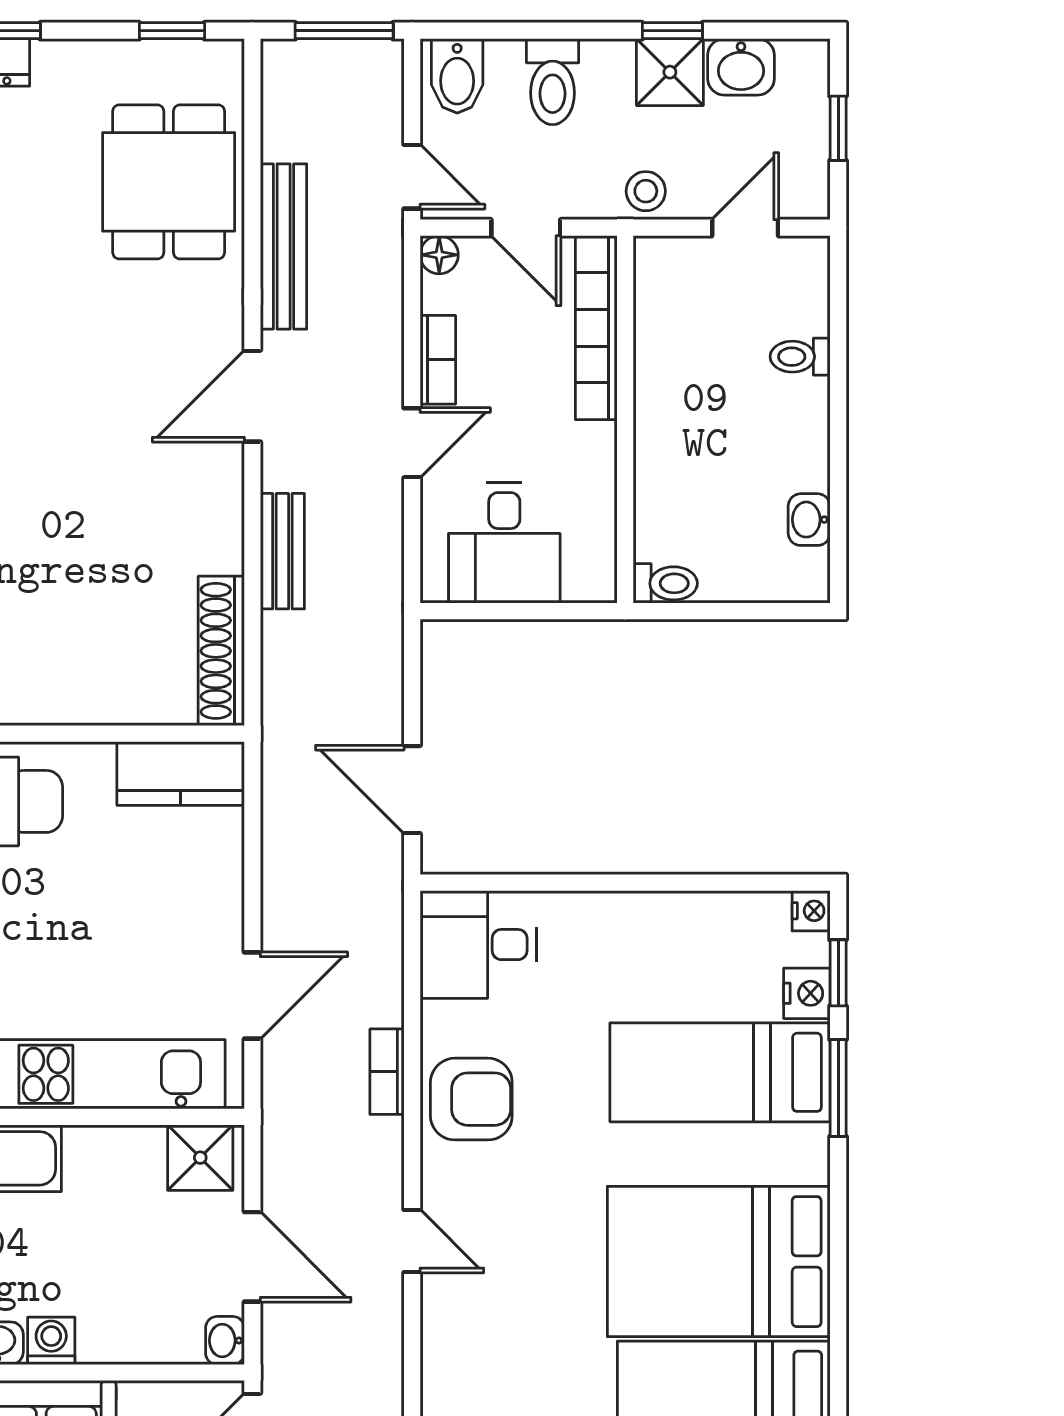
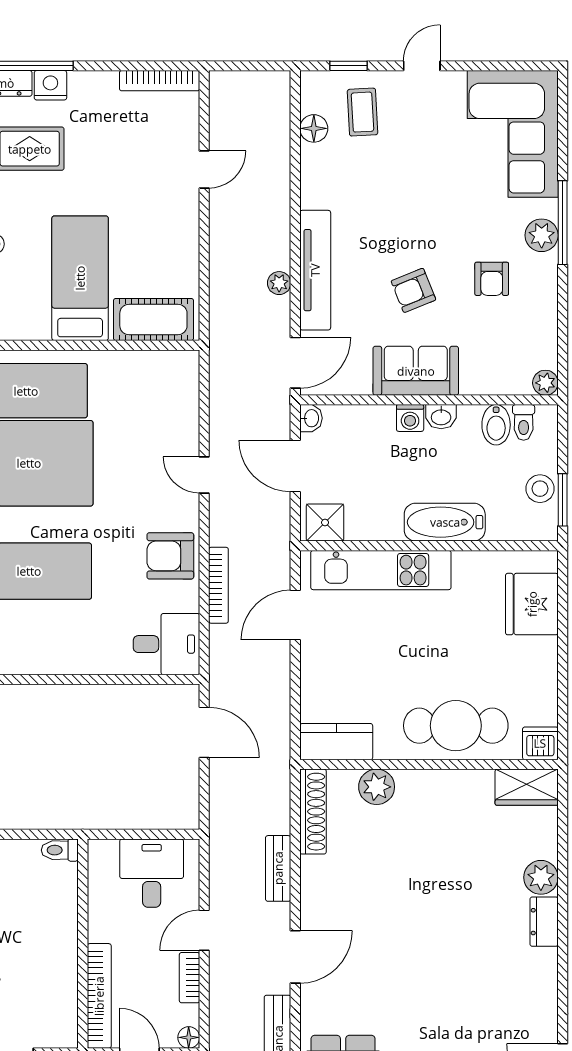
plant: (110, 694) -> (377, 787), added
bookcase: (387, 1072) -> (218, 585), width x1.56

